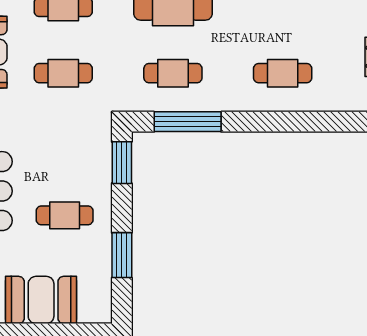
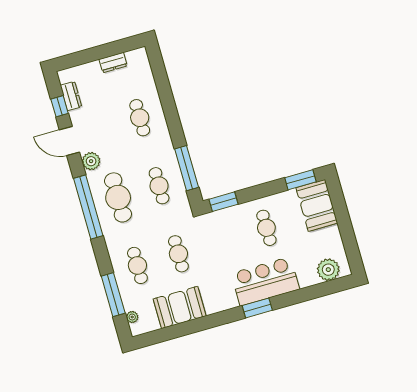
window: (122, 255) -> (300, 180), moved
booth: (41, 300) -> (317, 205), moved

